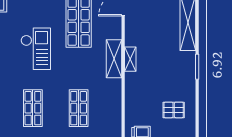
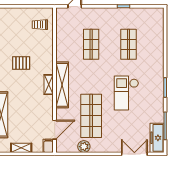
shelving: (114, 59) -> (62, 85), width x1.47
pallet: (174, 110) -> (21, 63), moved

